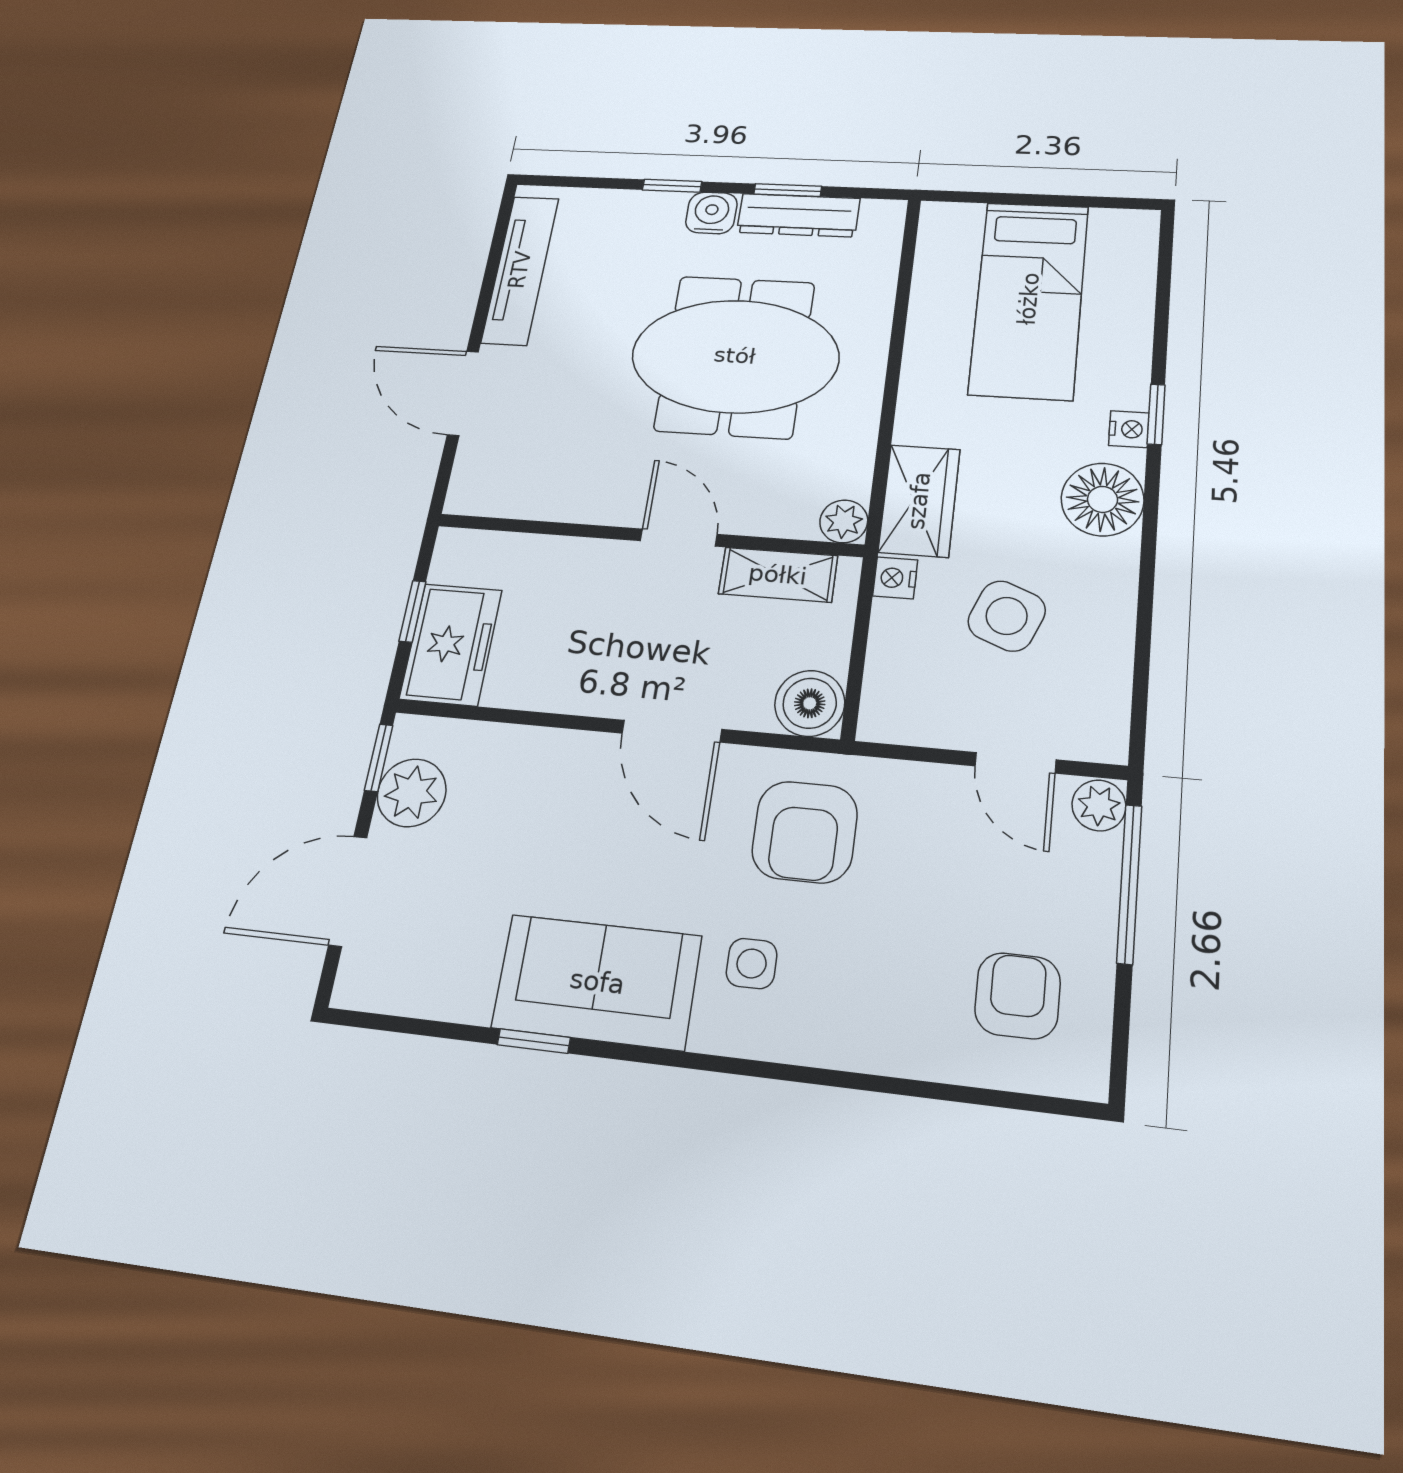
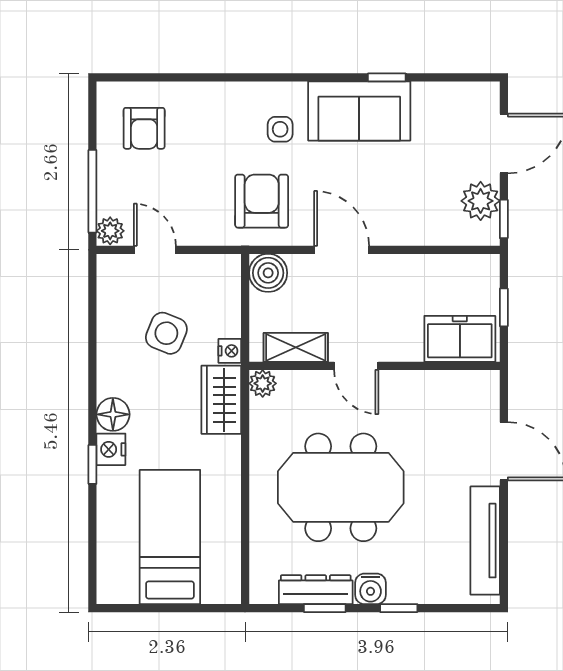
nightstand: (1129, 429) -> (111, 449), width x1.39, depth x1.35
floor lamp: (1102, 499) -> (113, 414), width x0.73, depth x0.73
freezer: (451, 644) -> (460, 339), moved, turned 90

